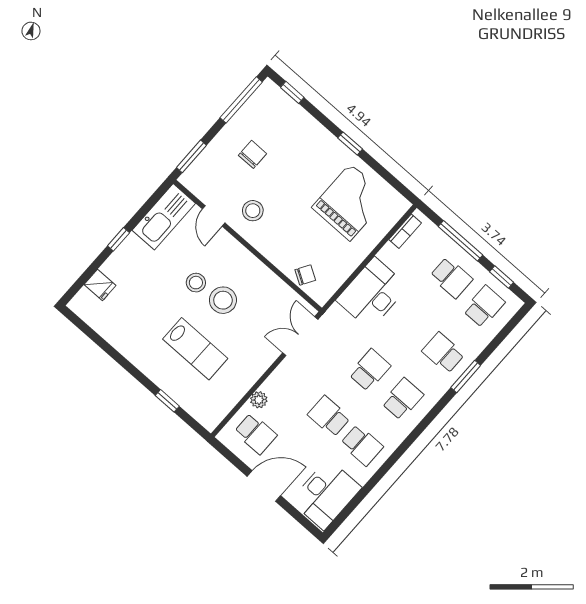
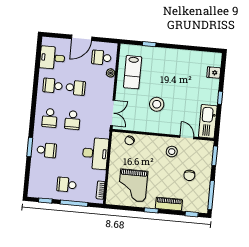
piano: (316, 133) -> (169, 204), added
stool: (196, 283) -> (174, 103), removed
school desk: (484, 307) -> (44, 183), removed
lab bench: (195, 349) -> (133, 72), moved, turned -90
desk: (326, 494) -> (52, 58), width x0.73

